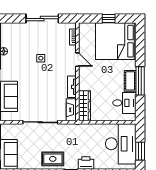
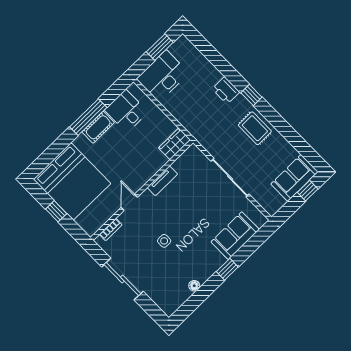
wardrobe: (84, 106) -> (174, 144), width x0.67
fireplace: (71, 110) -> (186, 158), removed
desk: (121, 144) -> (163, 76), width x0.73, depth x0.77

